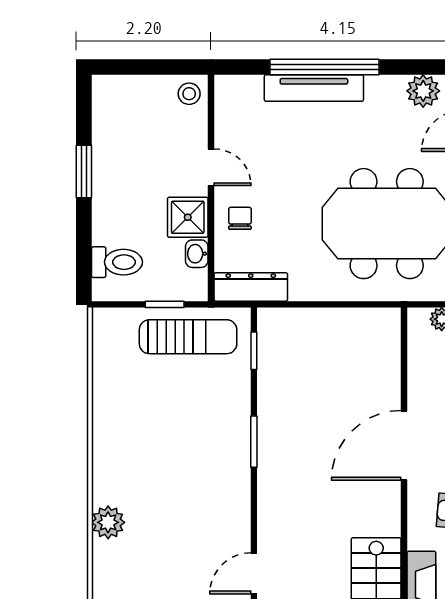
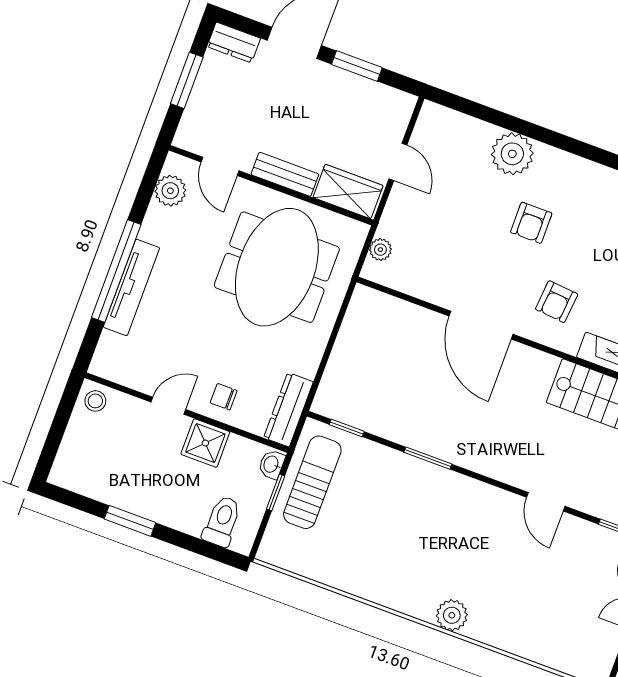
washbasin: (197, 254) -> (272, 464), moved, turned 90

